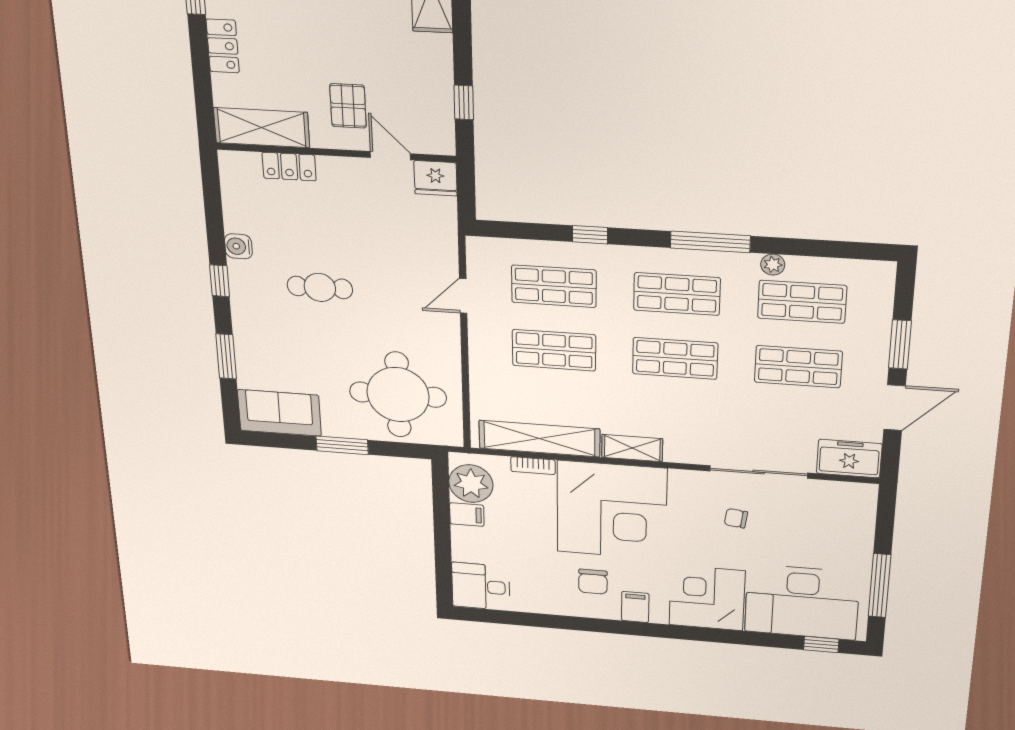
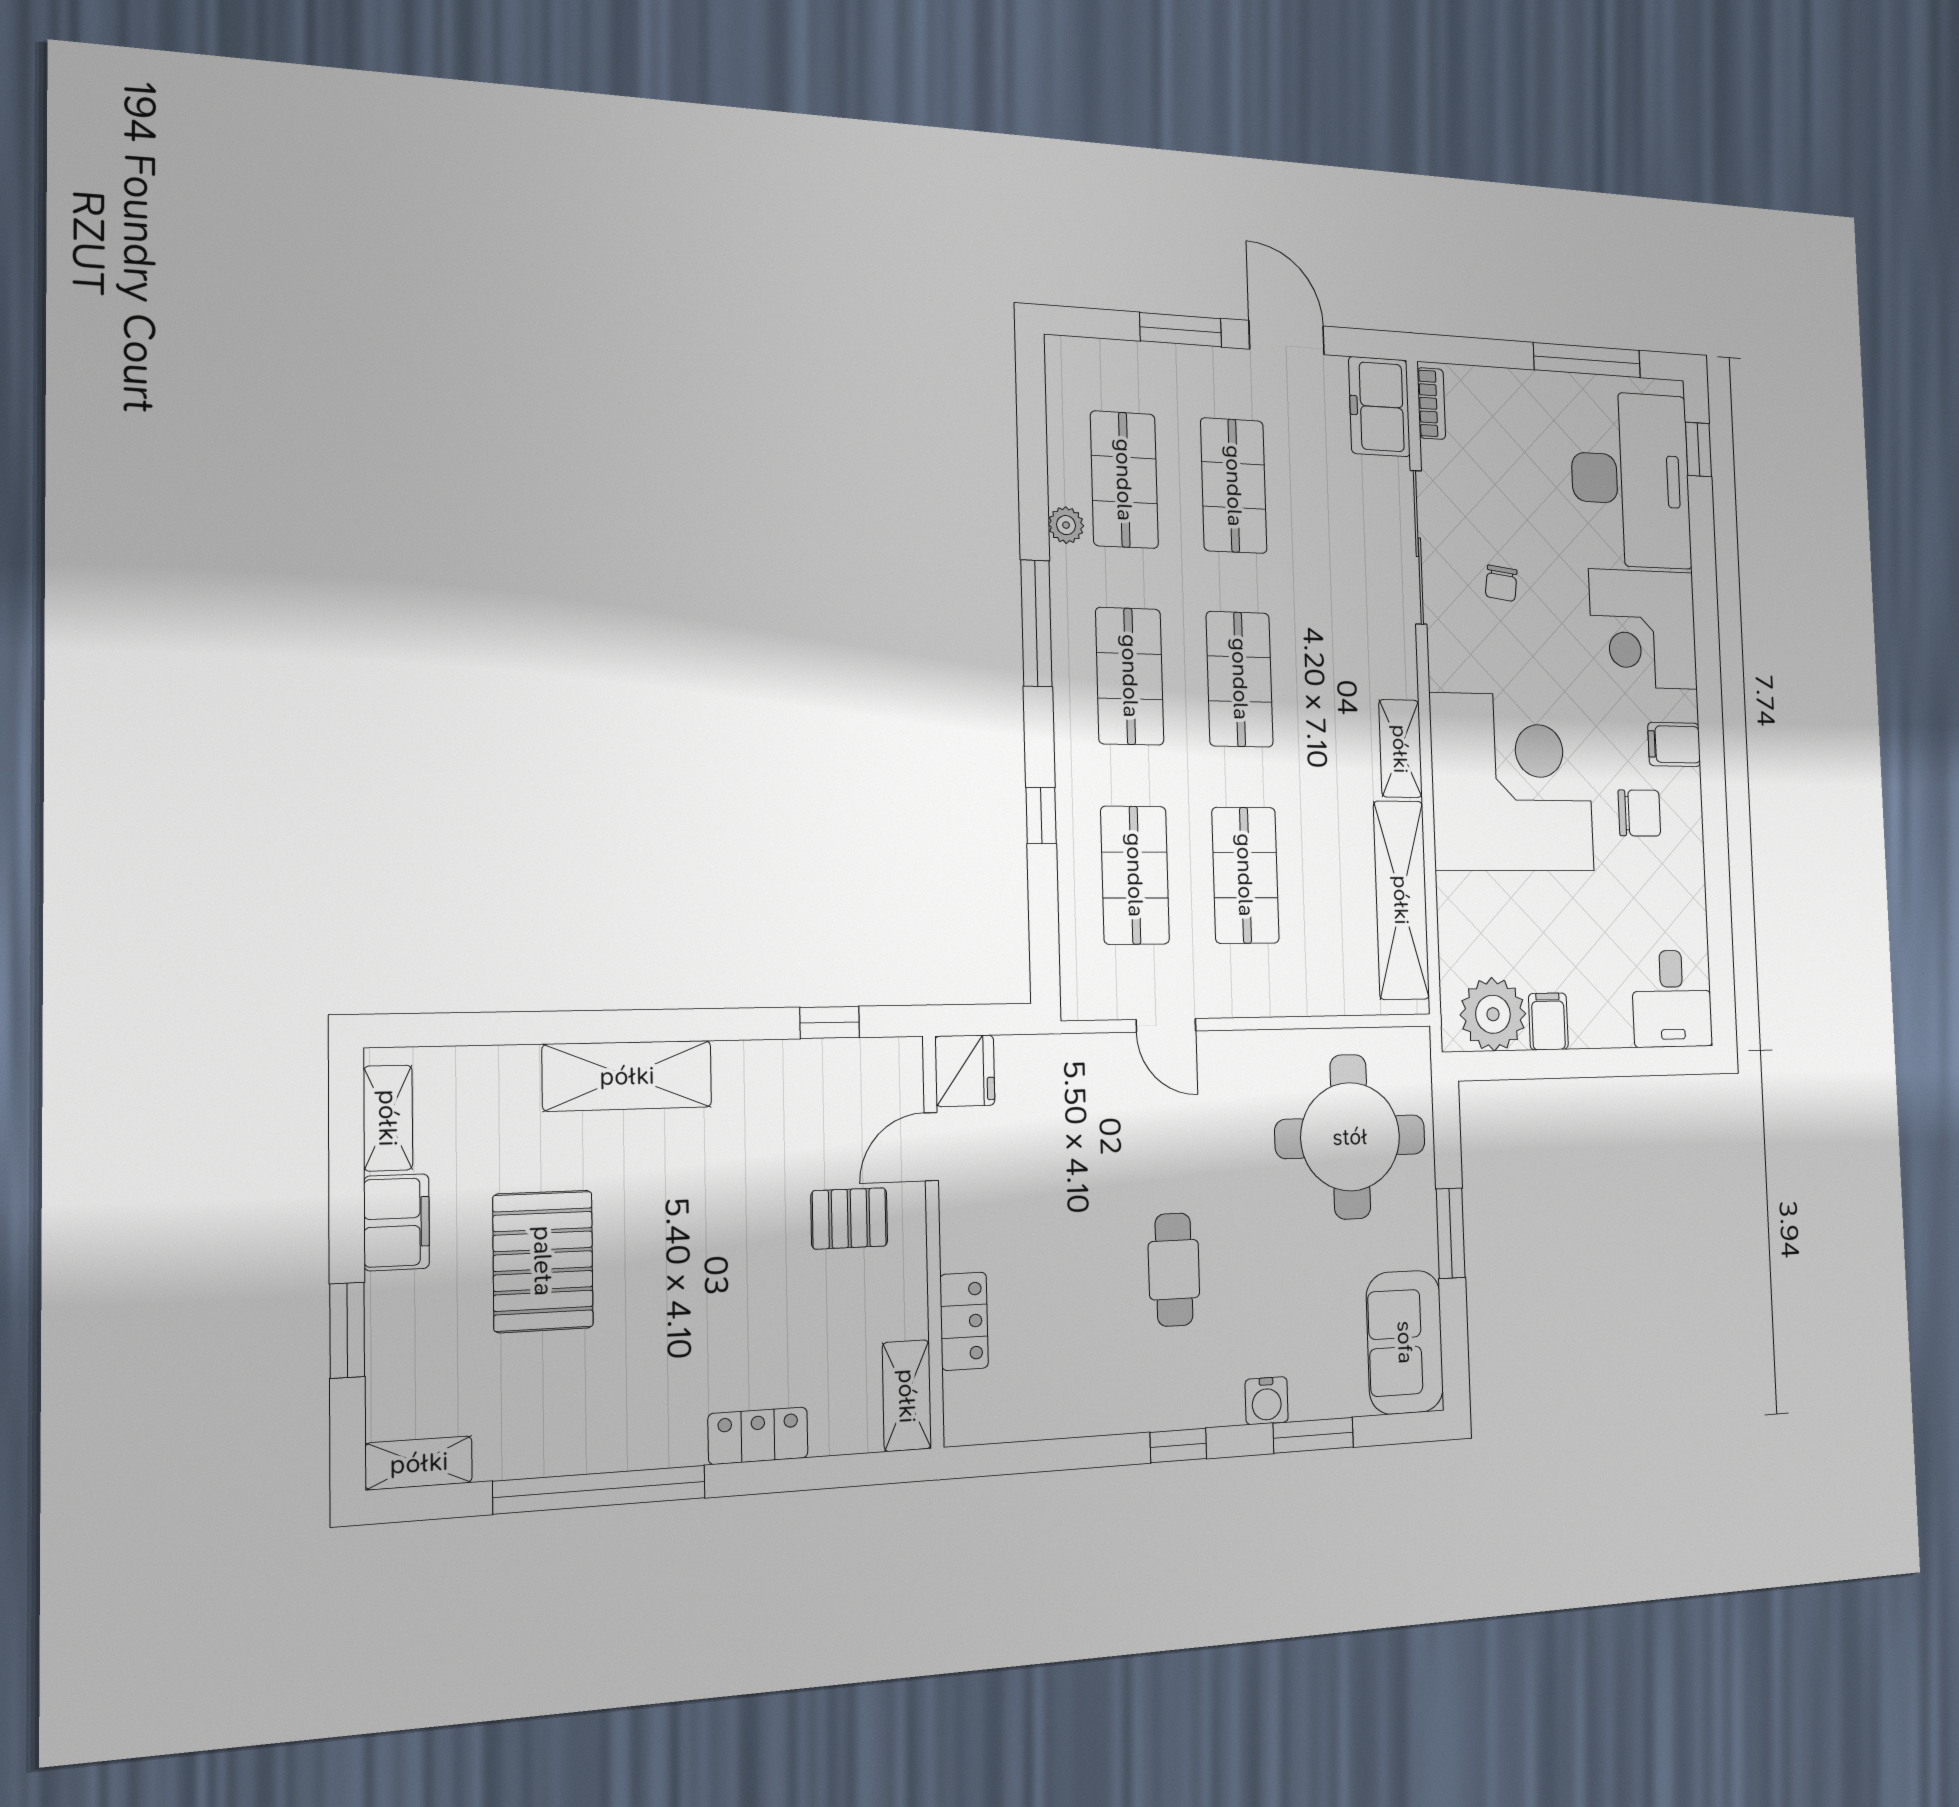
shelving: (262, 128) -> (907, 1396), width x0.67, depth x0.75
water cooler: (238, 246) -> (1267, 1401), moved
bookcase: (533, 466) -> (1431, 404), moved

